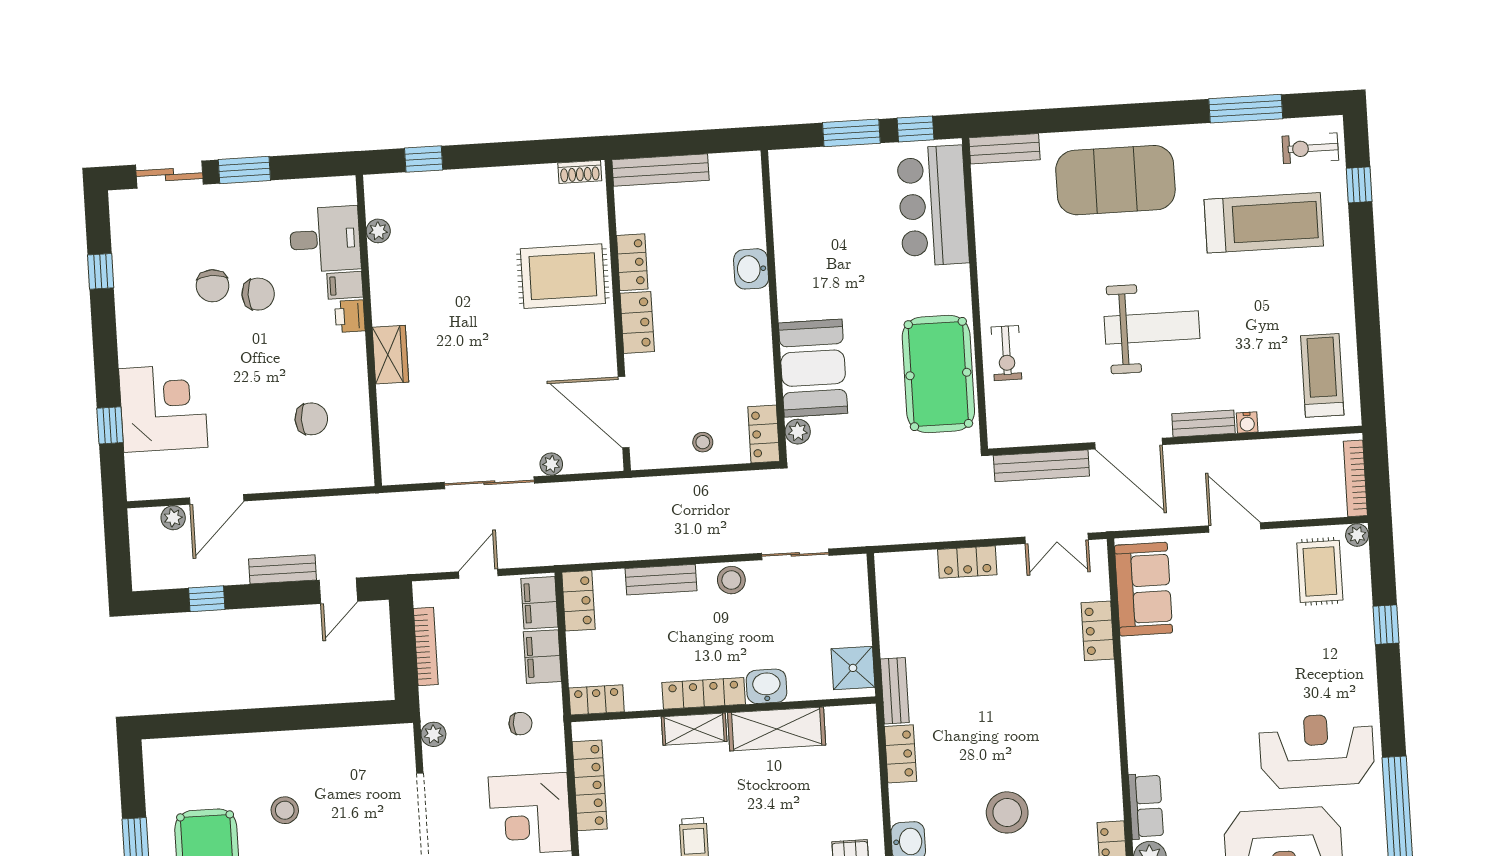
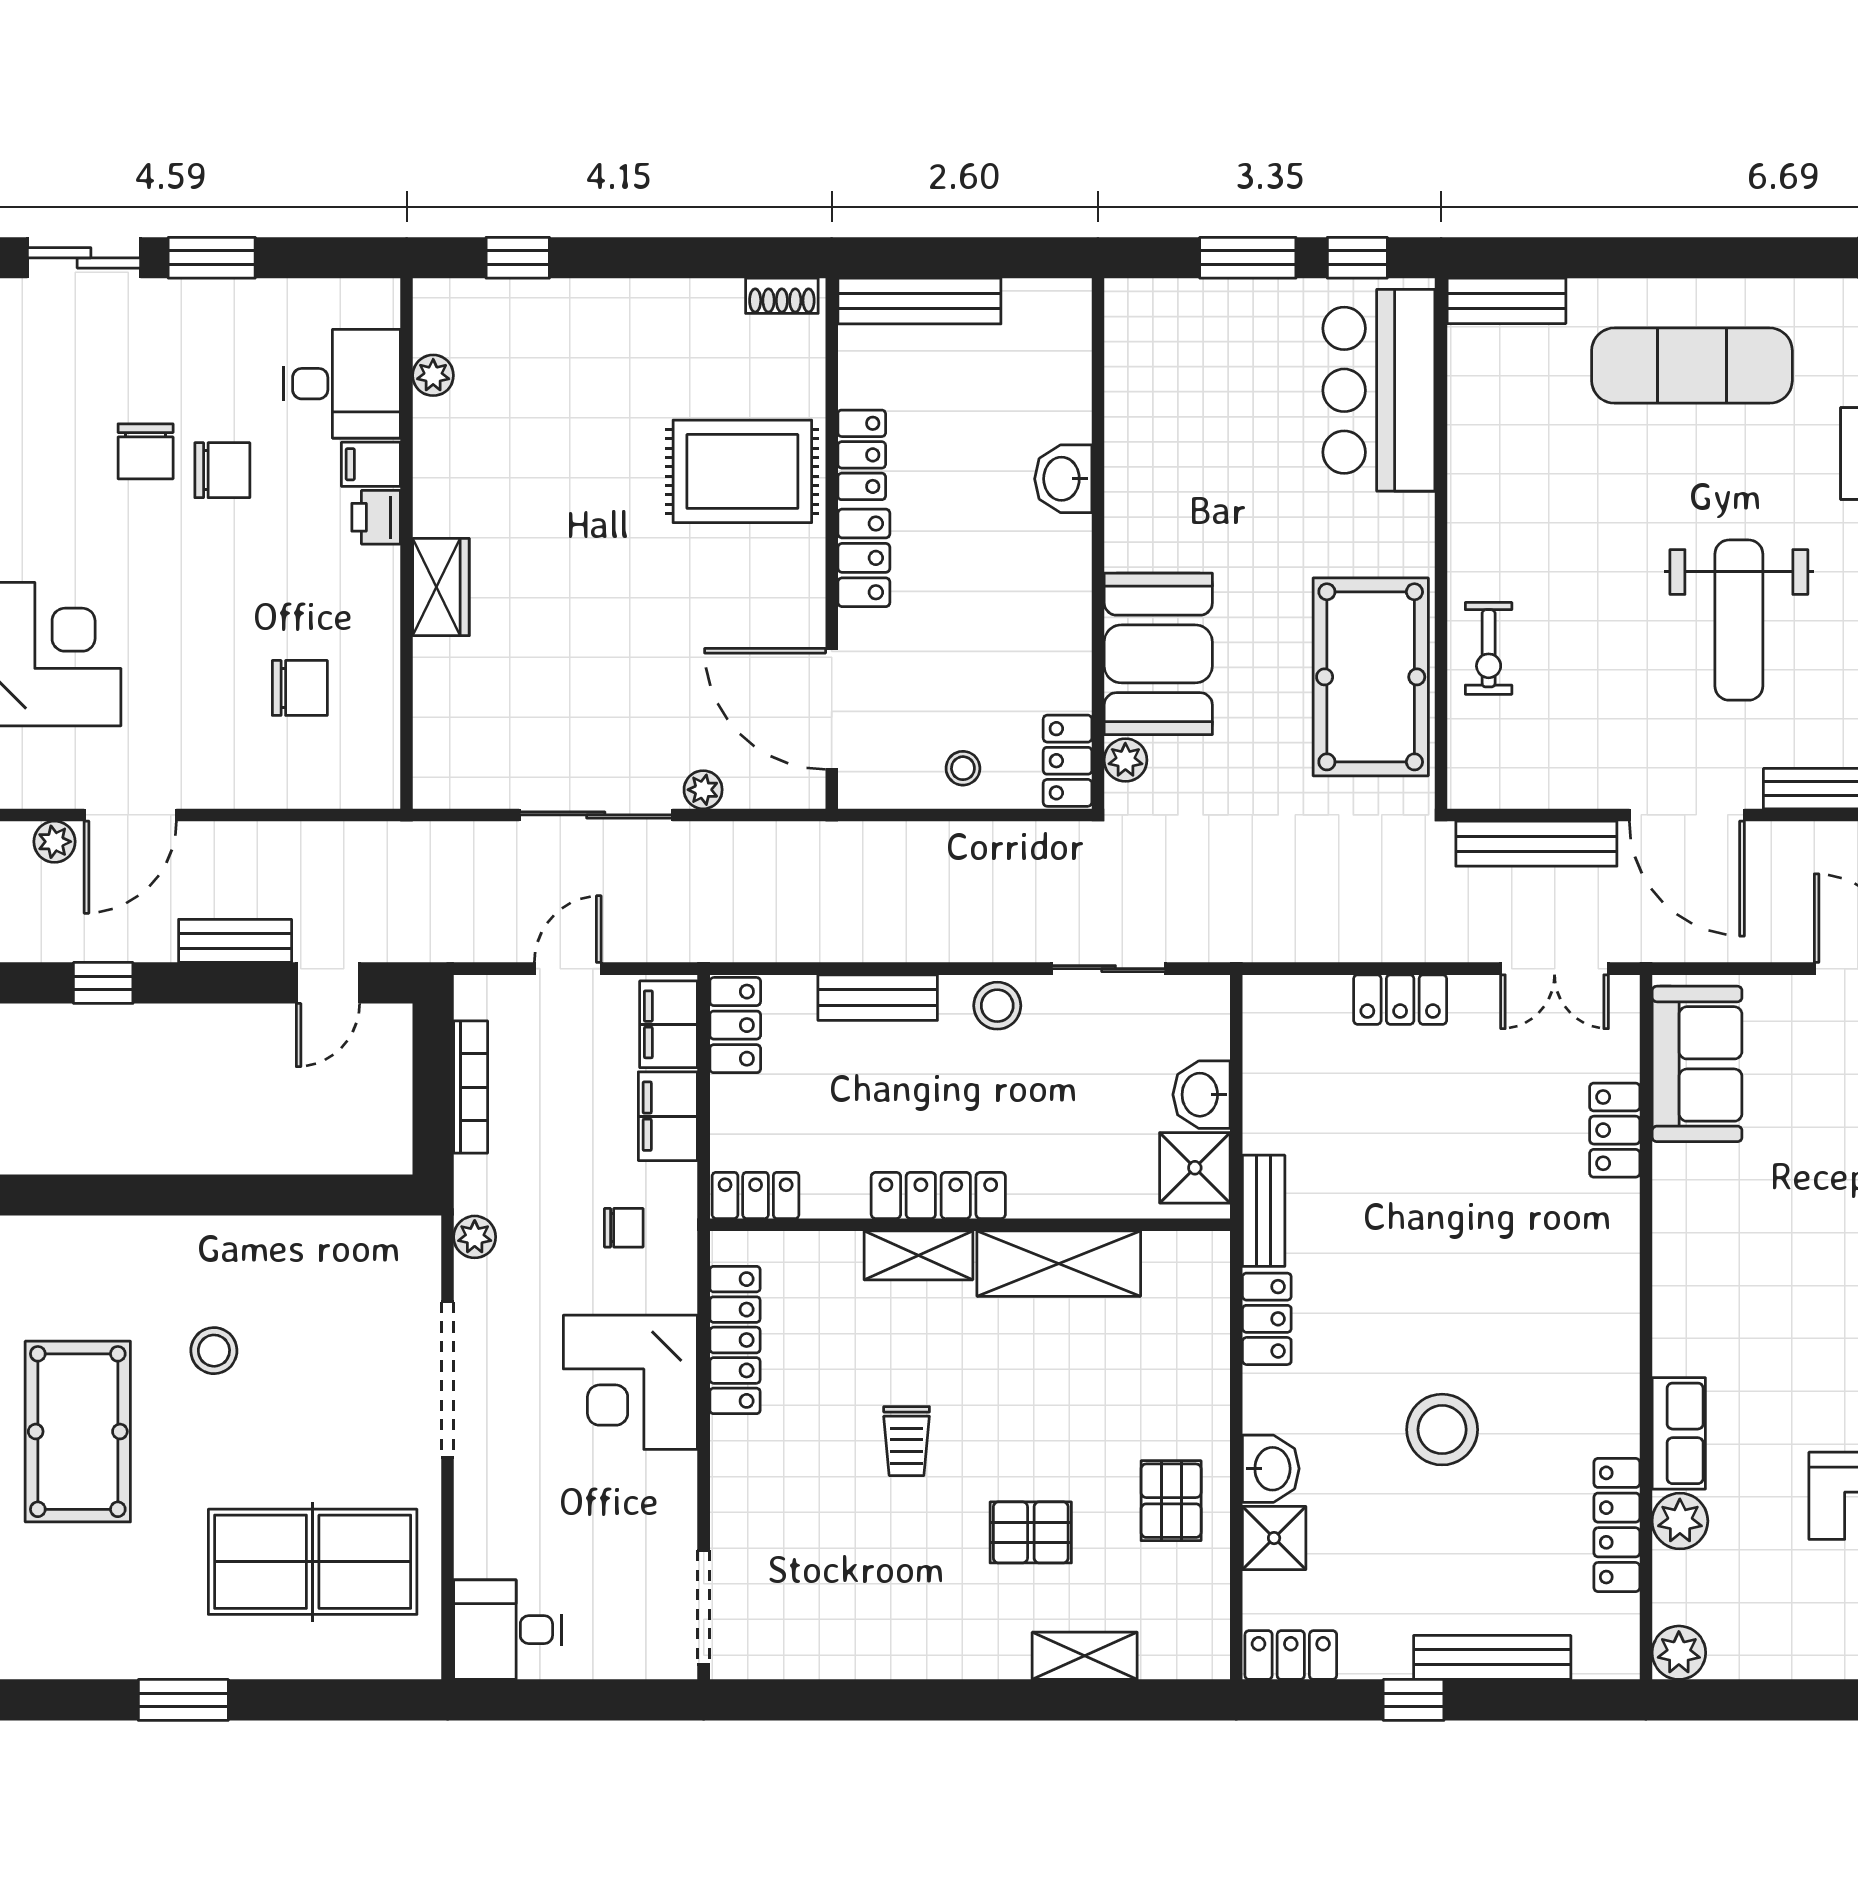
exercise mat: (1115, 180) -> (1692, 366), width x0.68
weight bench: (1152, 328) -> (1739, 620), turned 90
washbasin: (767, 686) -> (1202, 1095), moved, turned -90

